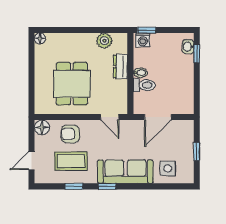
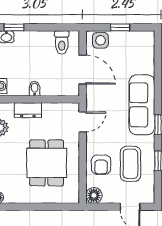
dining table: (72, 84) -> (47, 163), turned 90
toilet: (144, 85) -> (62, 42), moved, turned 180
side table: (168, 169) -> (100, 40), moved

